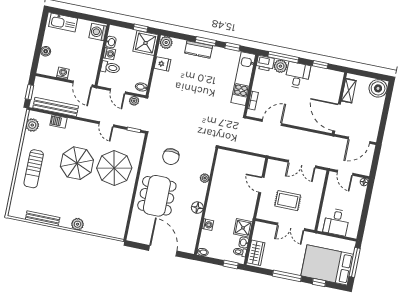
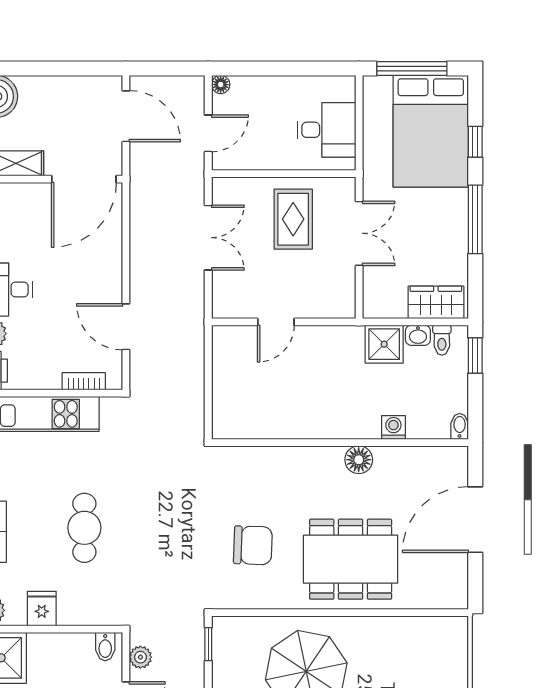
cafe table: (192, 88) -> (84, 528), added
plant: (205, 178) -> (287, 457), removed
rug: (288, 201) -> (293, 219), moved

